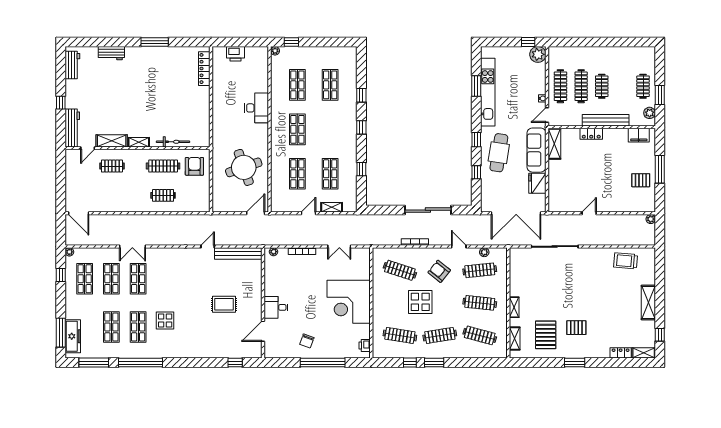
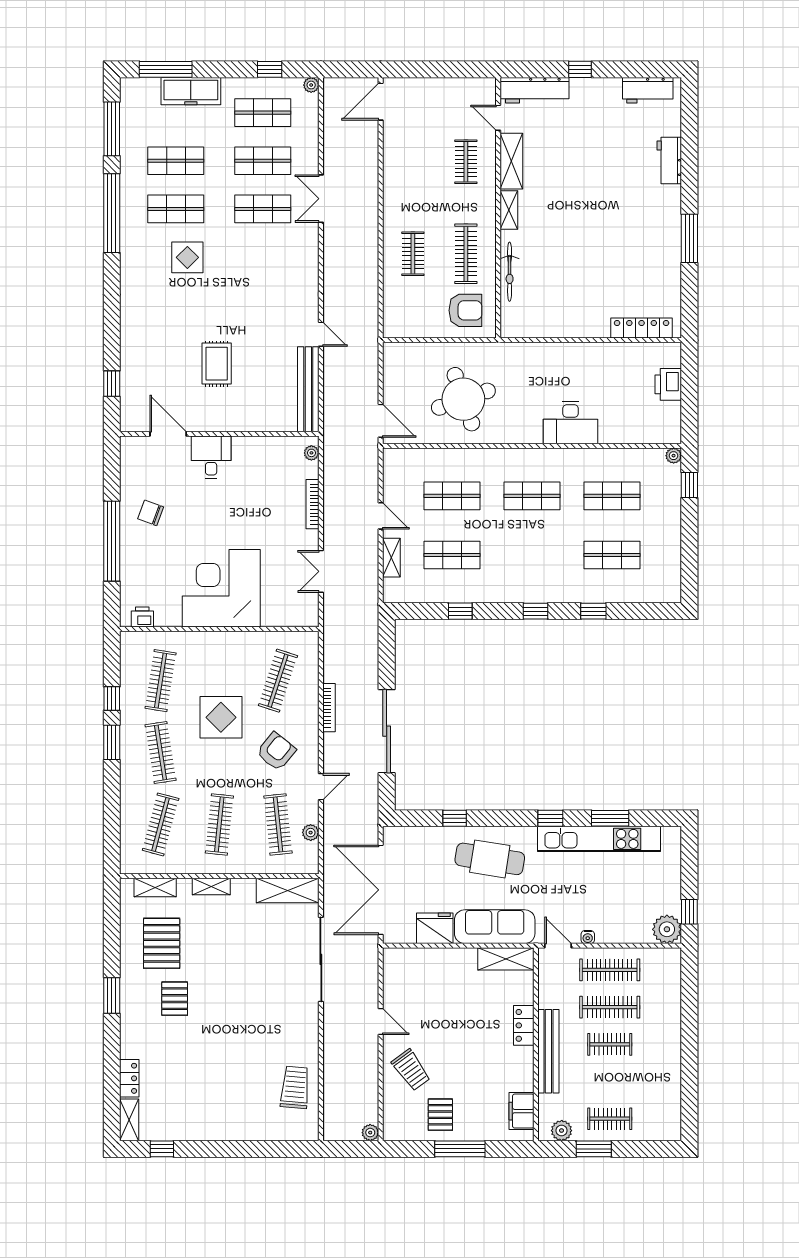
window: (476, 140) -> (550, 818), moved
trolley: (616, 197) -> (411, 1070), added
shelving: (648, 302) -> (288, 890), moved
pallet: (546, 335) -> (162, 943), turned 90
freezer: (73, 336) -> (191, 91), moved

